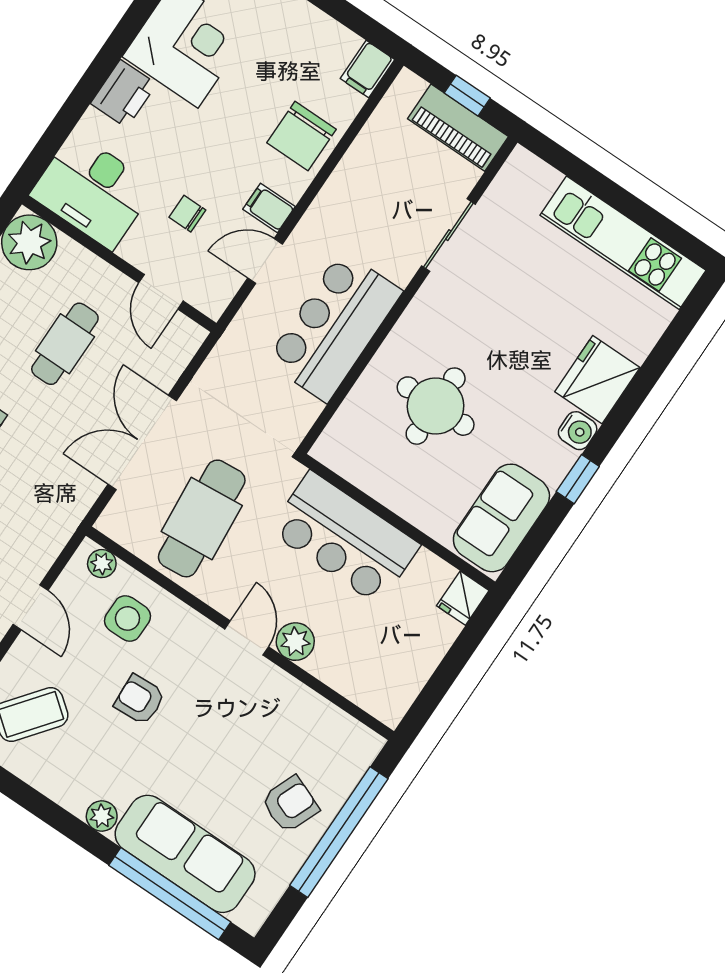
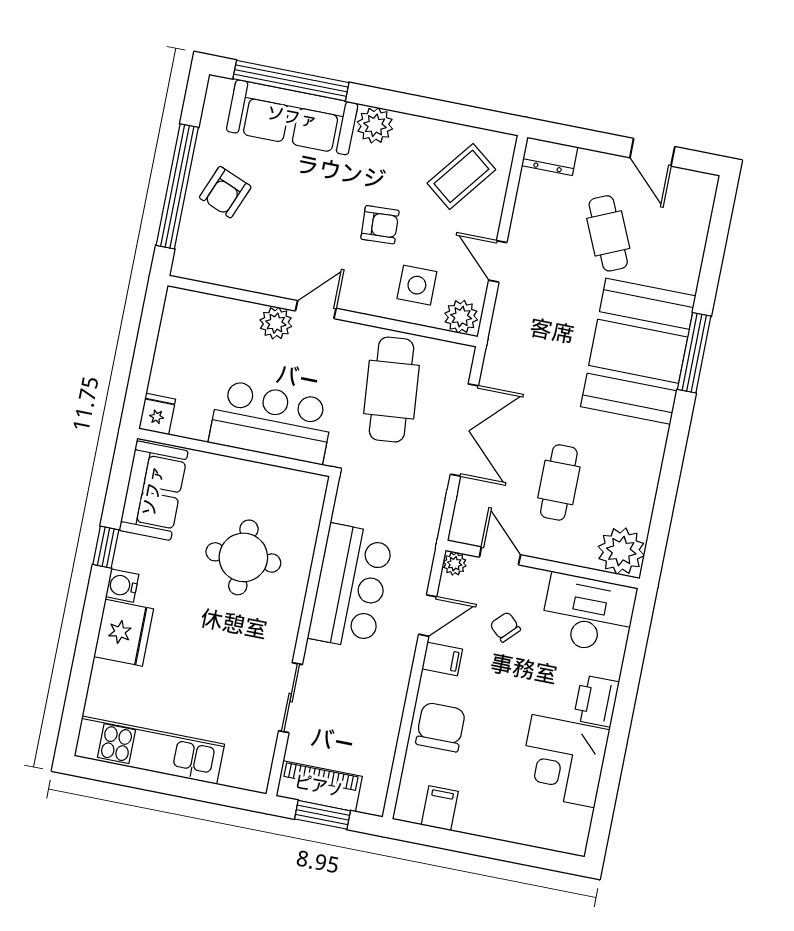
filing cabinet: (367, 69) -> (440, 808), moved
window: (467, 96) -> (323, 815), width x1.50
chair: (187, 214) -> (505, 627), turned -136
plant: (213, 304) -> (455, 564), added
plant: (102, 564) -> (461, 317), width x1.38, depth x1.38
door: (247, 638) -> (316, 310), swing flipped
plant: (102, 816) -> (375, 125), width x1.38, depth x1.38

